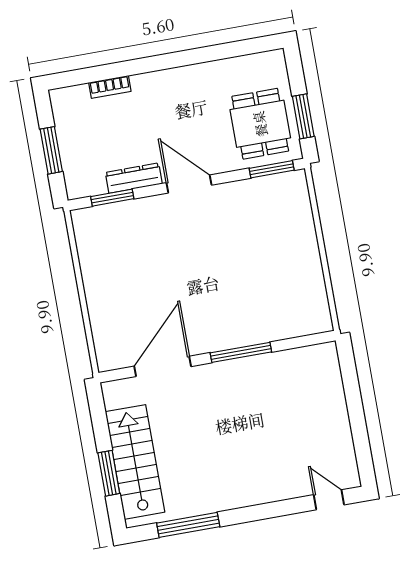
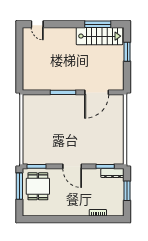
window: (303, 116) -> (19, 186), width x1.44
dresser: (134, 178) -> (112, 173), moved
stairs: (135, 462) -> (99, 36), moved, turned -90

